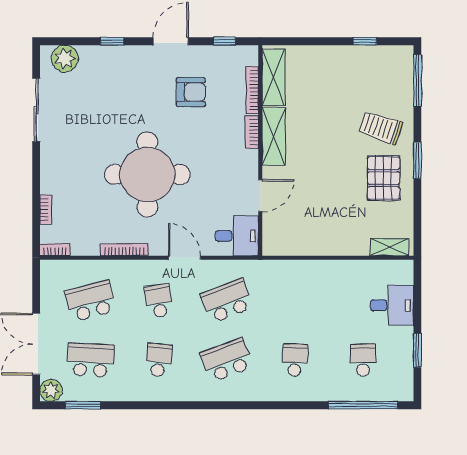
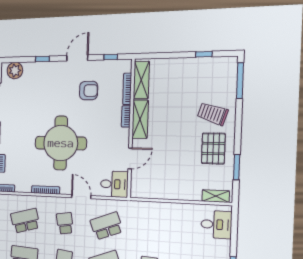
window: (417, 160) -> (237, 167), moved
desk: (392, 305) -> (216, 225), moved

